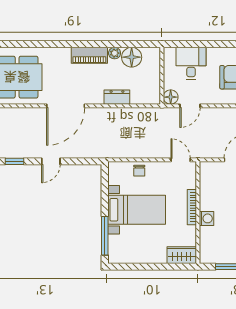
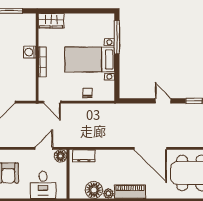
dresser: (117, 97) -> (84, 156), moved
door: (66, 106) -> (150, 148), swing flipped
door: (51, 161) -> (163, 101), hinge flipped

